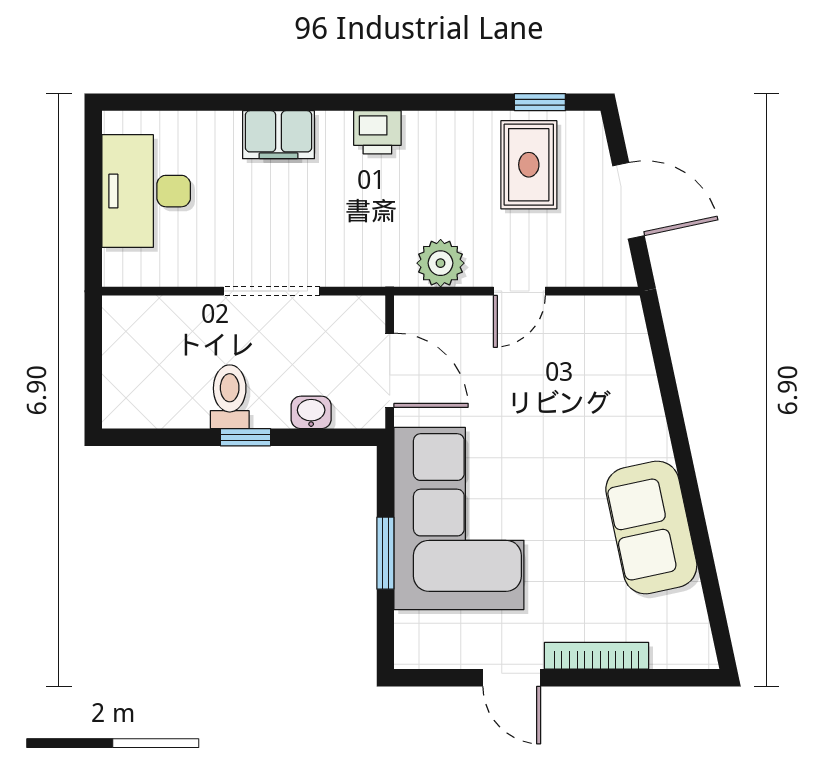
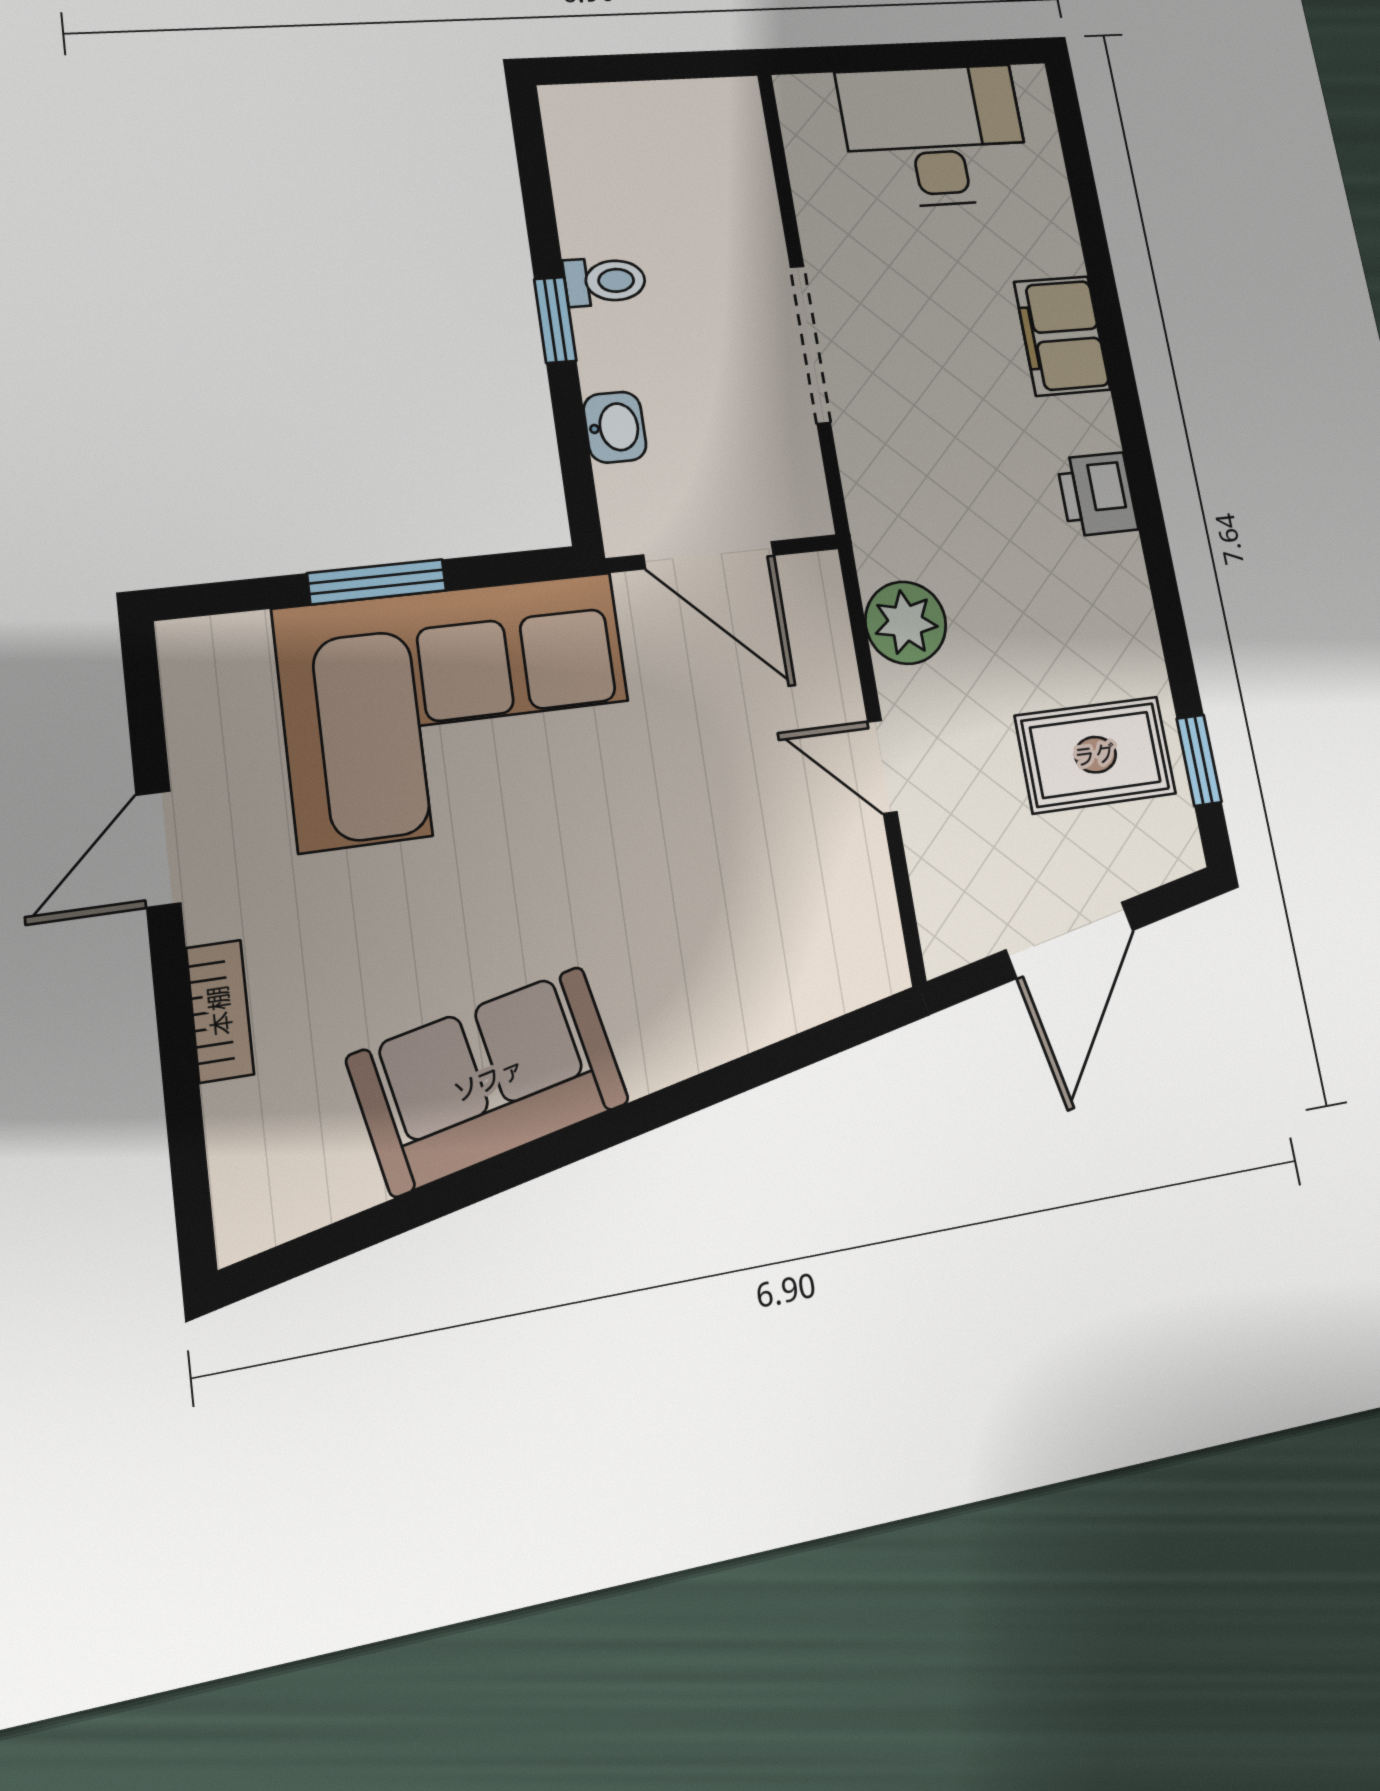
door: (390, 370) -> (709, 555), hinge flipped
toilet: (230, 397) -> (605, 281), width x0.73, depth x0.72
bookcase: (596, 656) -> (220, 1011), width x0.64

